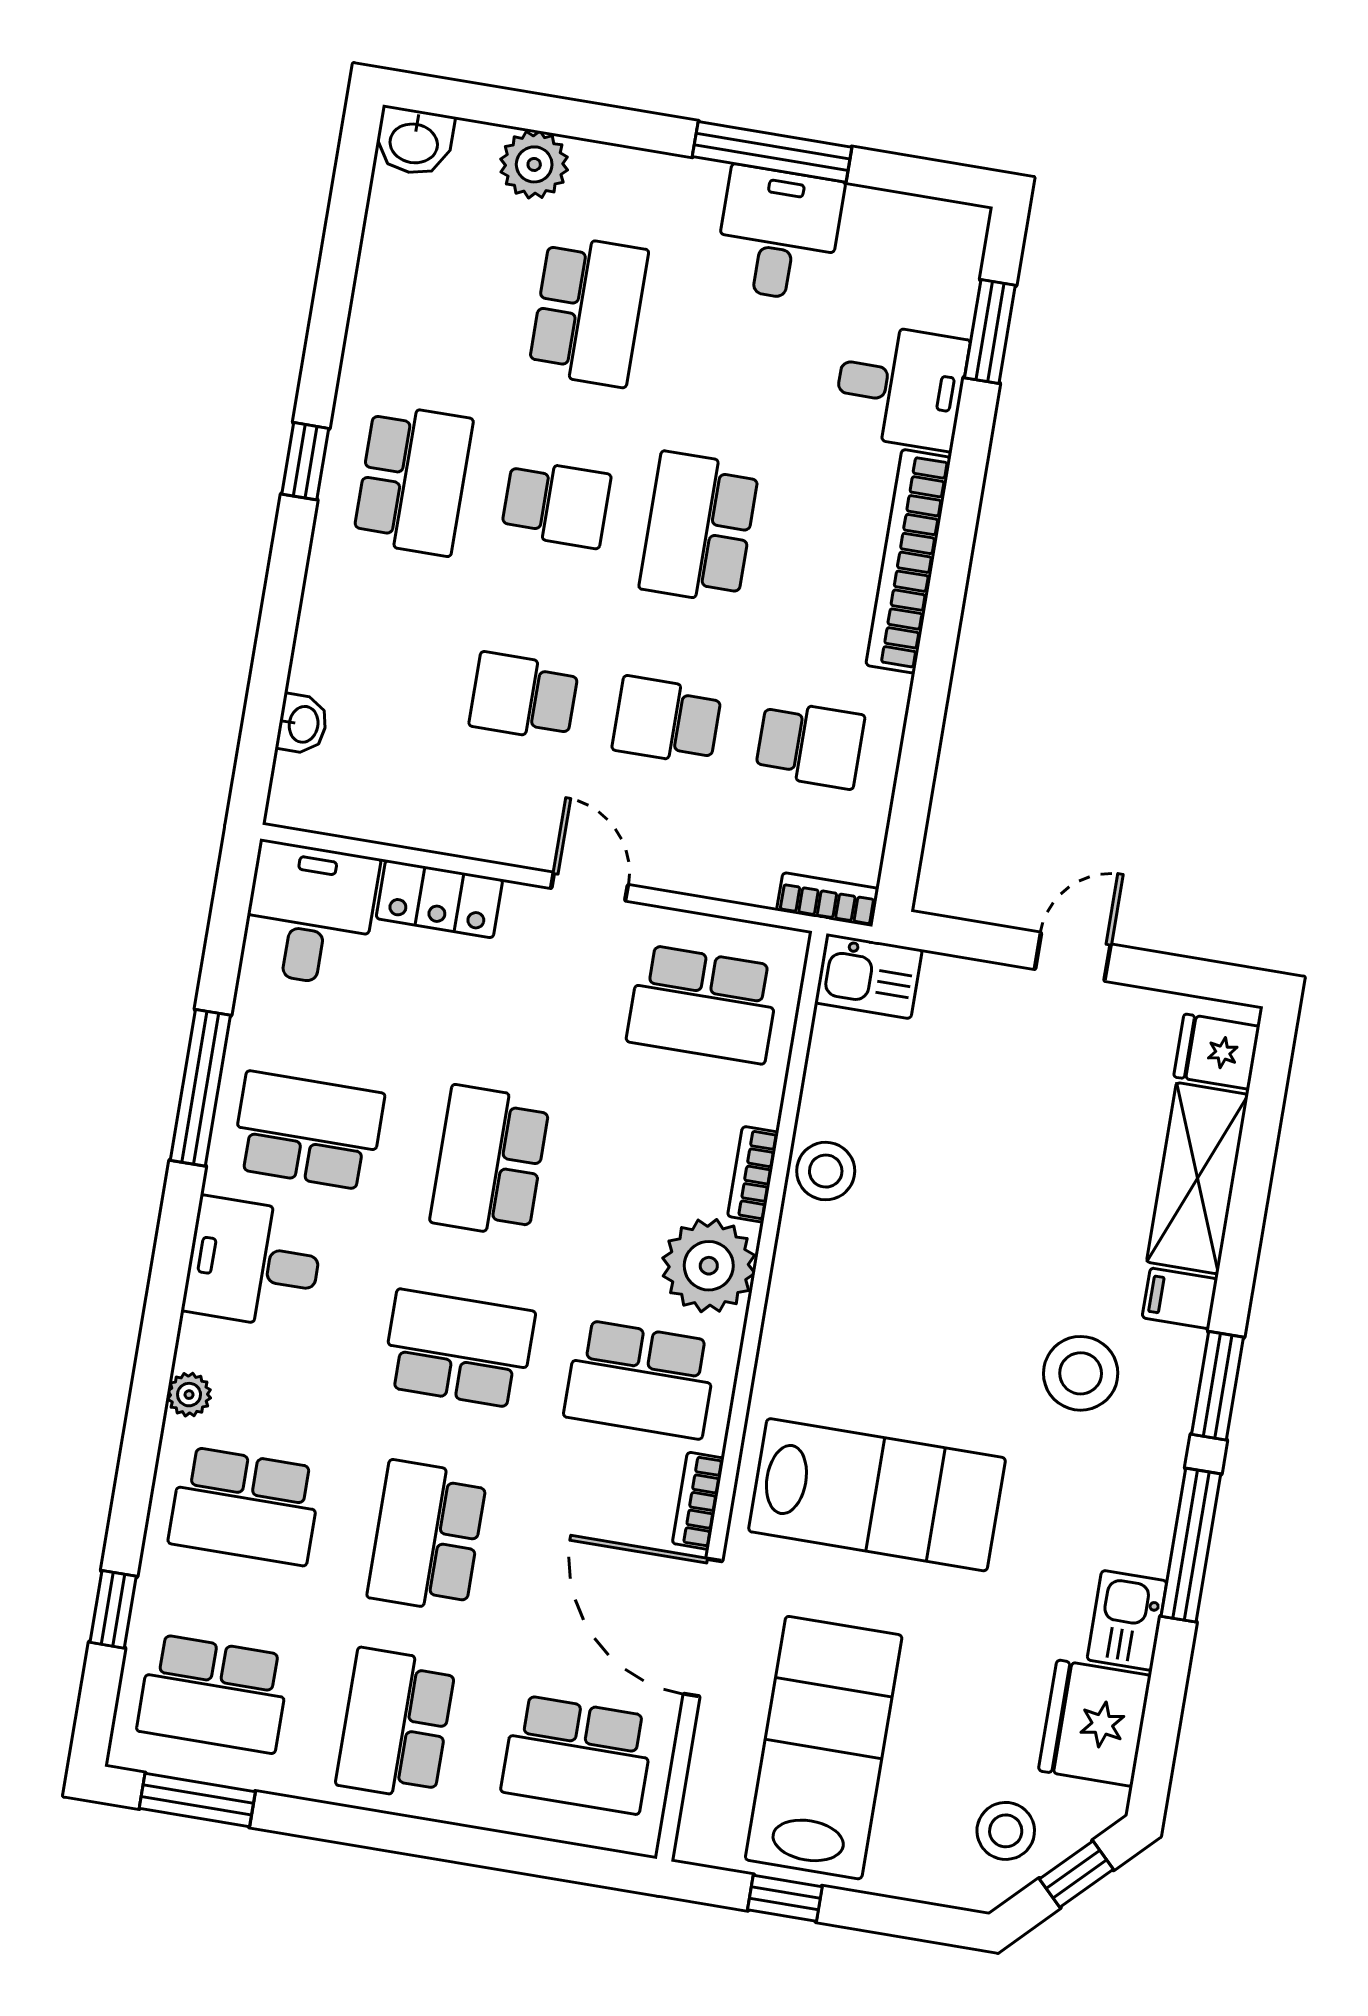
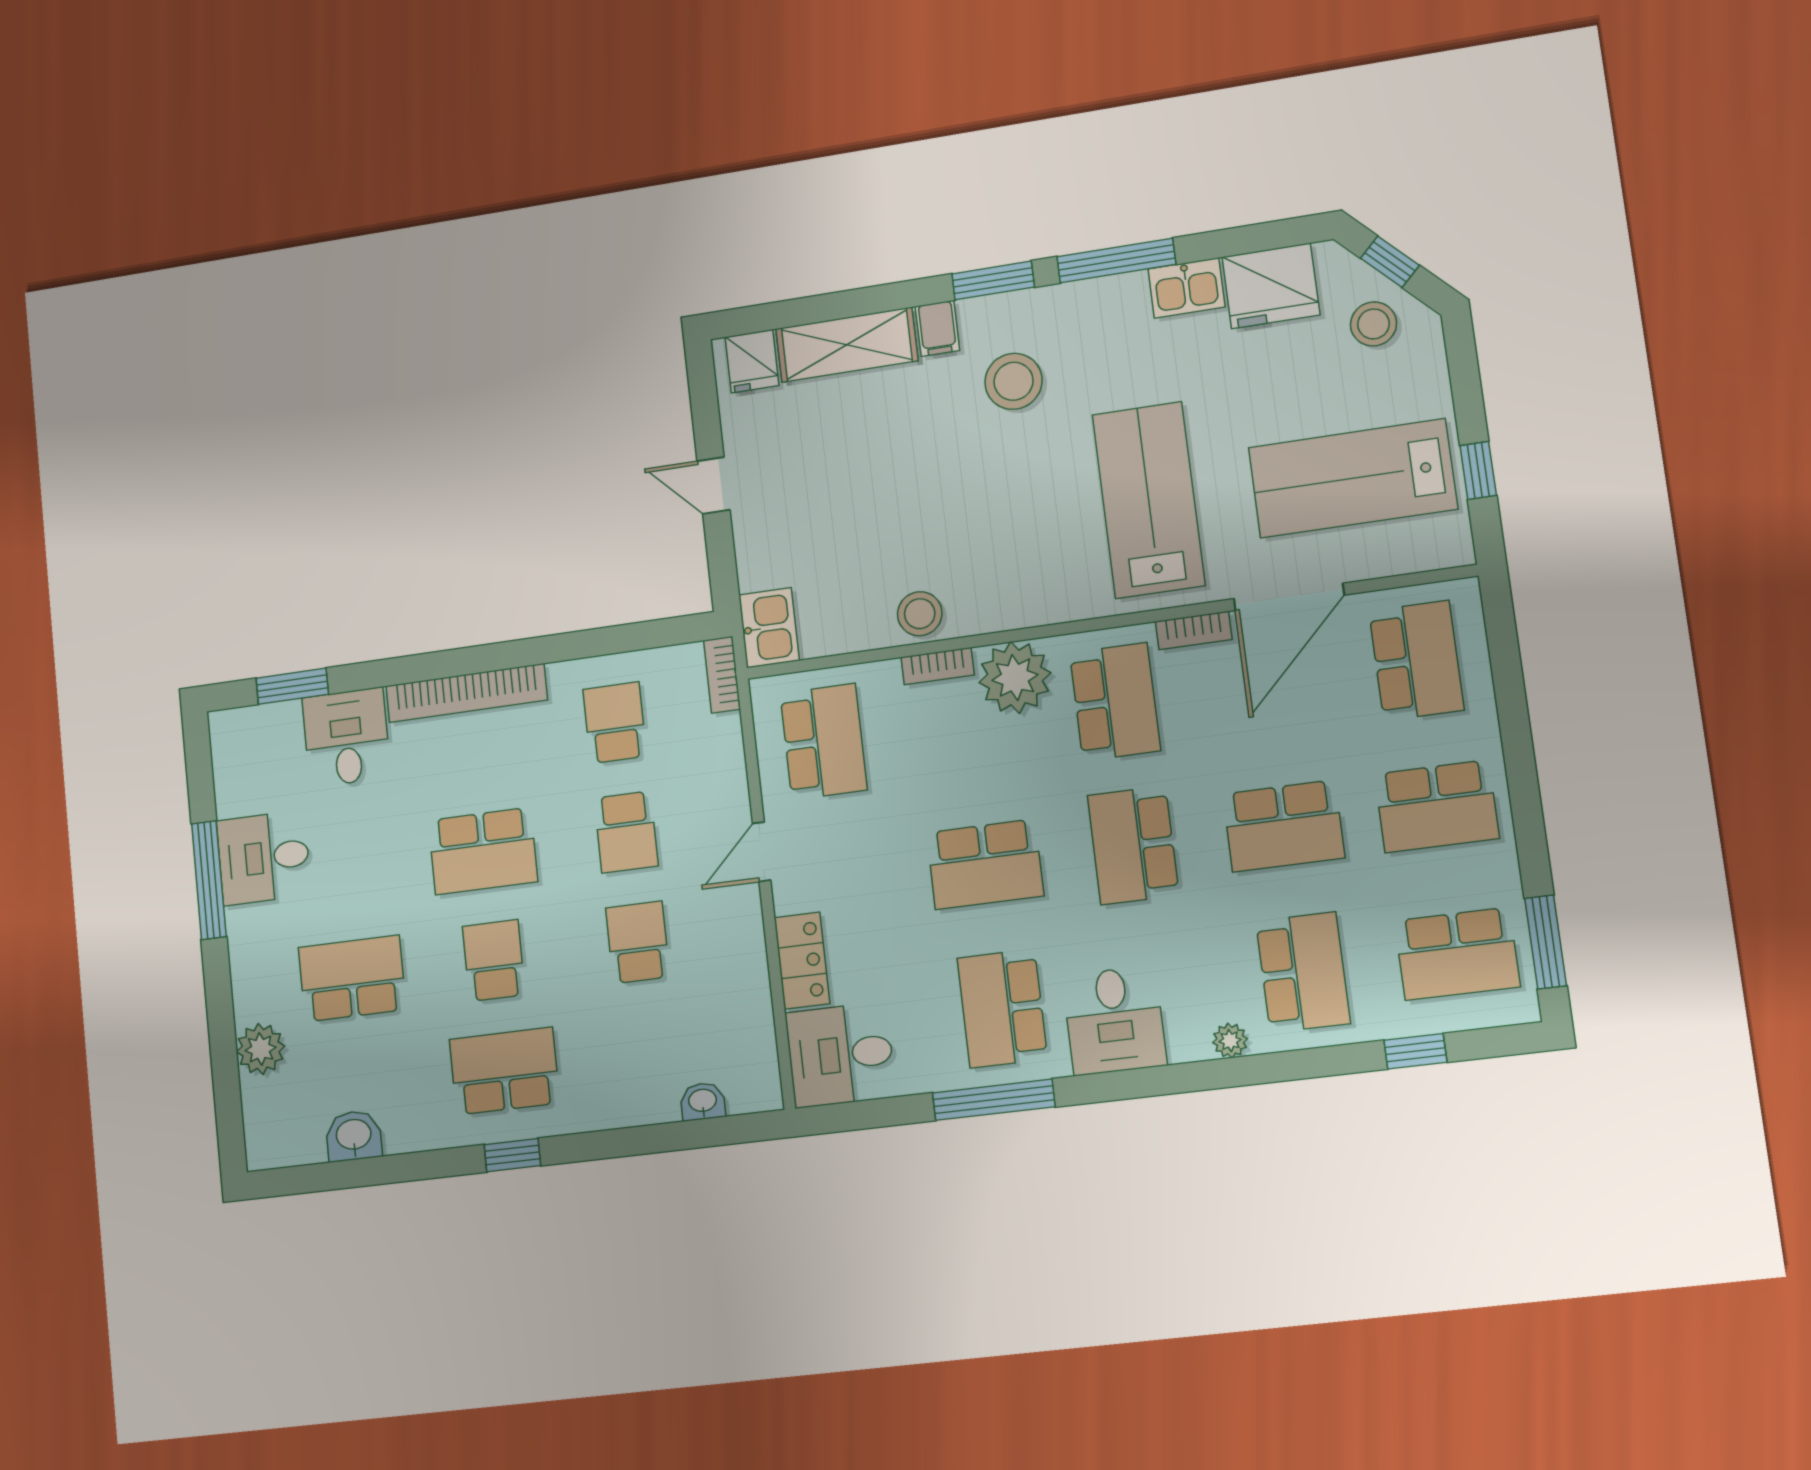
washbasin: (414, 142) -> (354, 1136), moved, turned -90
school desk: (524, 697) -> (638, 942), turned 180
school desk: (214, 1693) -> (1457, 954), turned 90

